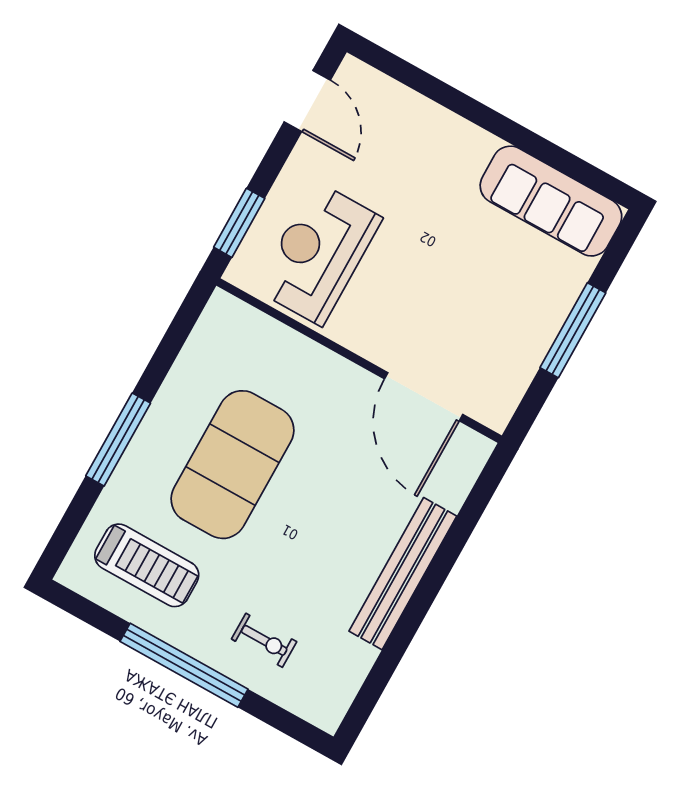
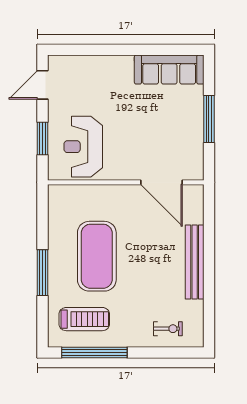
door: (307, 101) -> (42, 85), swing flipped
window: (239, 223) -> (42, 139), moved
exercise bike: (264, 640) -> (168, 329), moved
window: (184, 665) -> (94, 353), moved

